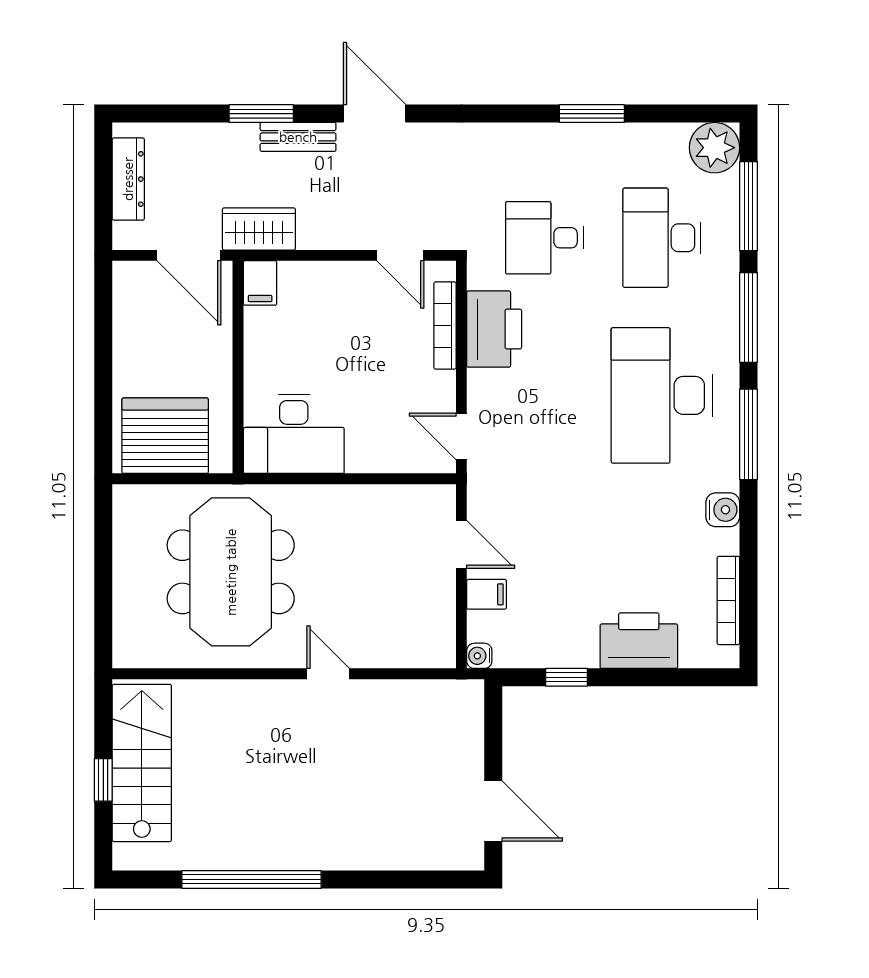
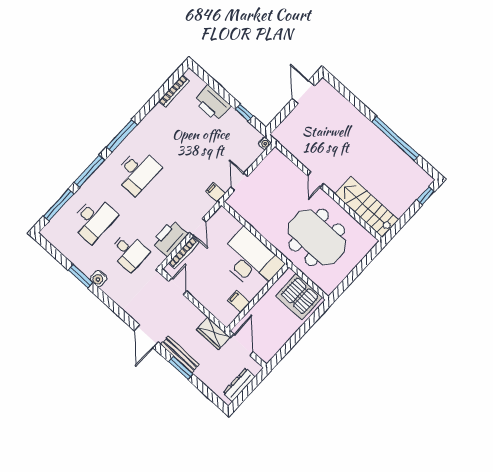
bench: (298, 137) -> (180, 354), width x1.36
plant: (714, 148) -> (53, 232), removed
filing cabinet: (260, 283) -> (239, 302), moved, turned -90
desk: (662, 395) -> (137, 172), width x0.73, depth x0.77
desk: (294, 434) -> (251, 260), width x1.36, depth x1.30
door: (461, 436) -> (198, 227), moved
water cooler: (723, 510) -> (99, 279), moved, turned -90
meeting table: (231, 572) -> (317, 237), turned 90
filing cabinet: (487, 594) -> (216, 192), moved
stairs: (142, 763) -> (367, 207), moved, turned 90
window: (103, 780) -> (426, 196), moved

